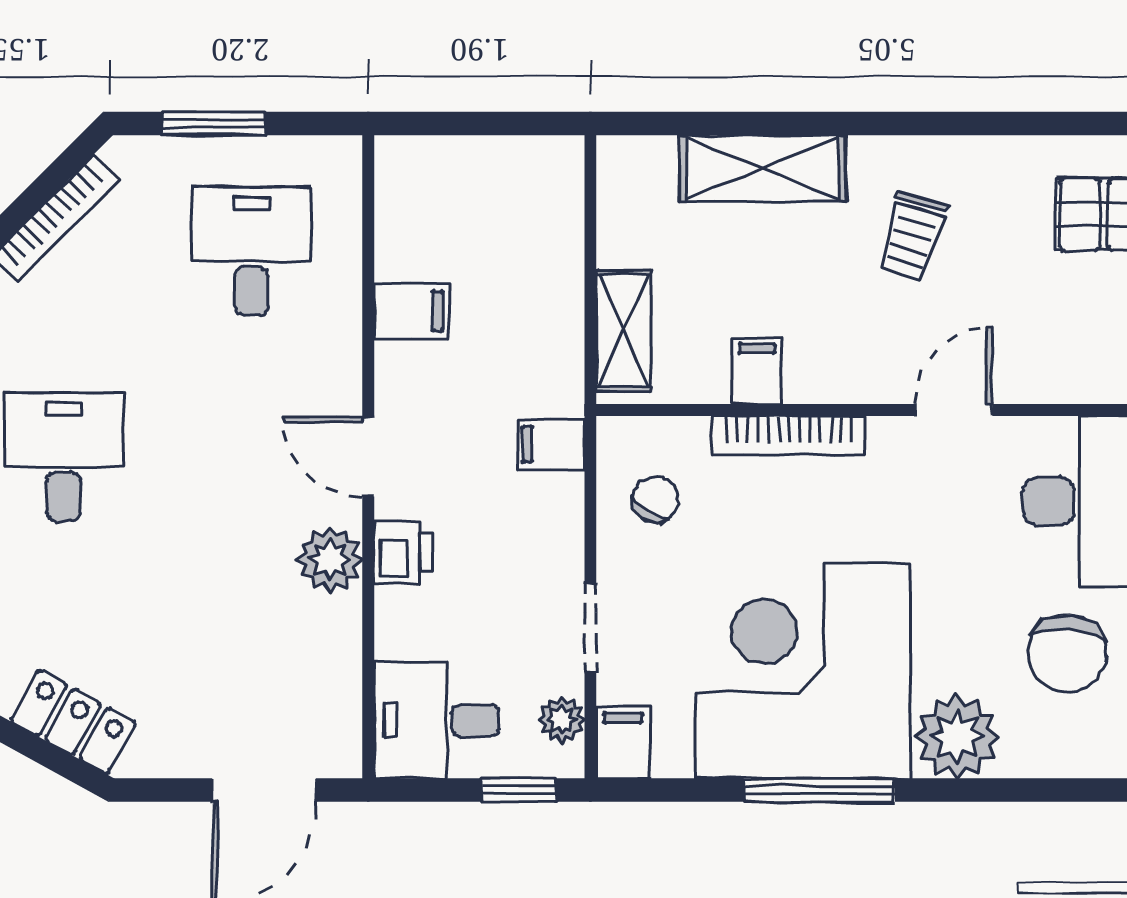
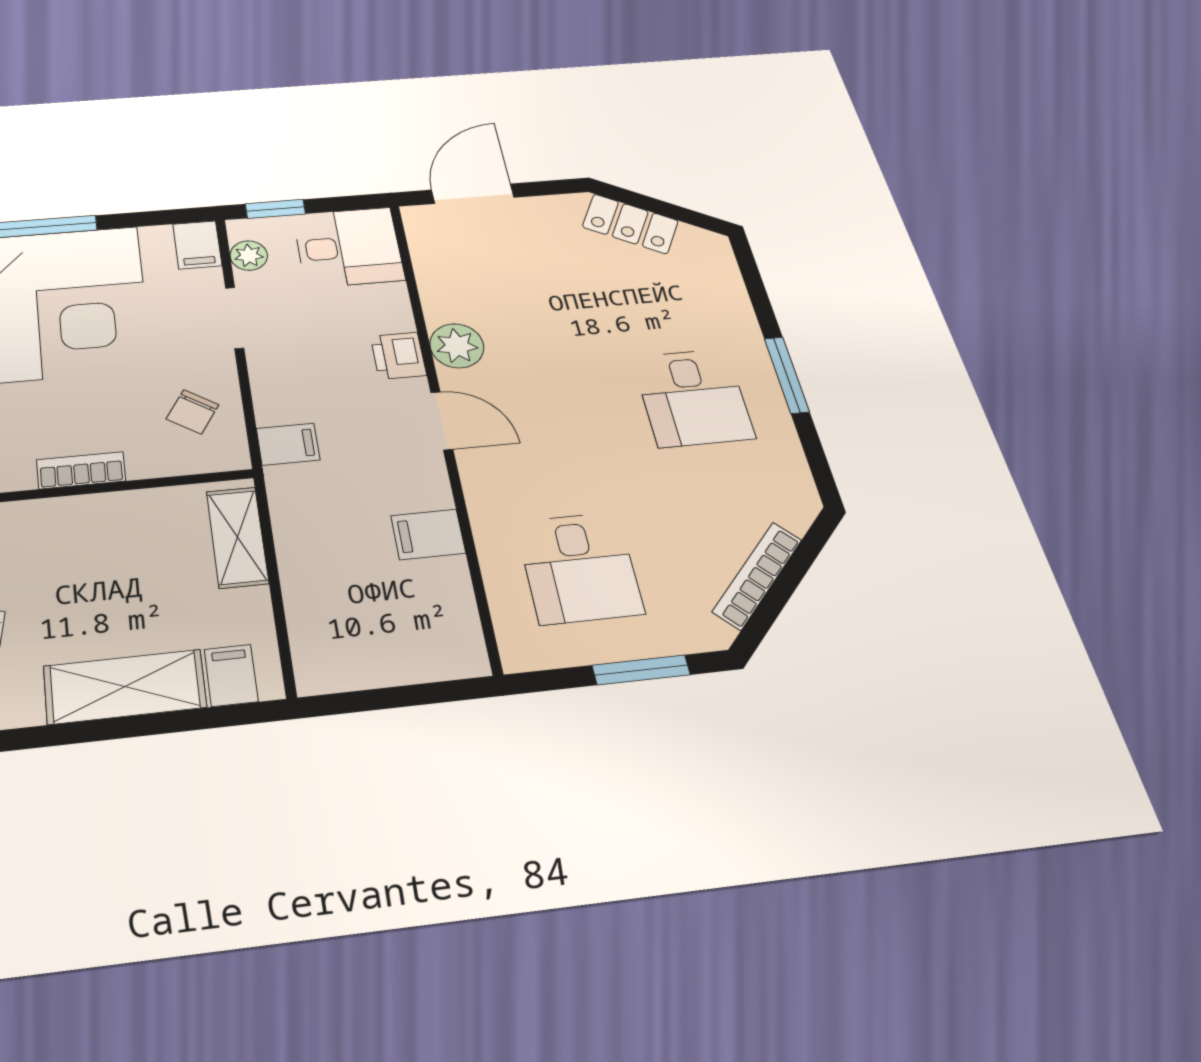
filing cabinet: (757, 371) -> (231, 675), moved, turned 180
bookcase: (789, 435) -> (81, 470), width x0.64

